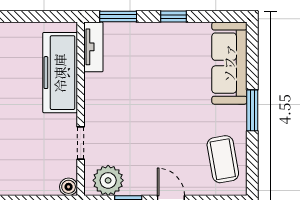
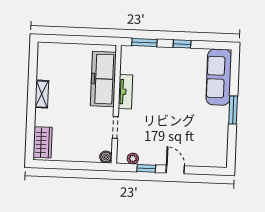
tv unit: (93, 47) -> (125, 92), moved
coffee table: (223, 159) -> (212, 142), removed
plant: (108, 180) -> (133, 159), width x0.53, depth x0.53

